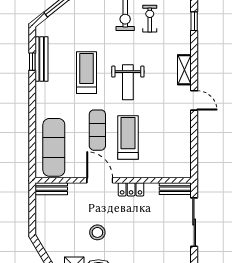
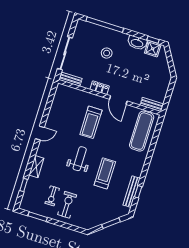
shelving: (184, 70) -> (36, 167), moved
treadmill: (87, 73) -> (105, 173), turned 180
door: (194, 100) -> (40, 133), swing flipped
exercise mat: (97, 130) -> (109, 134), removed
stool: (97, 232) -> (107, 53), moved

